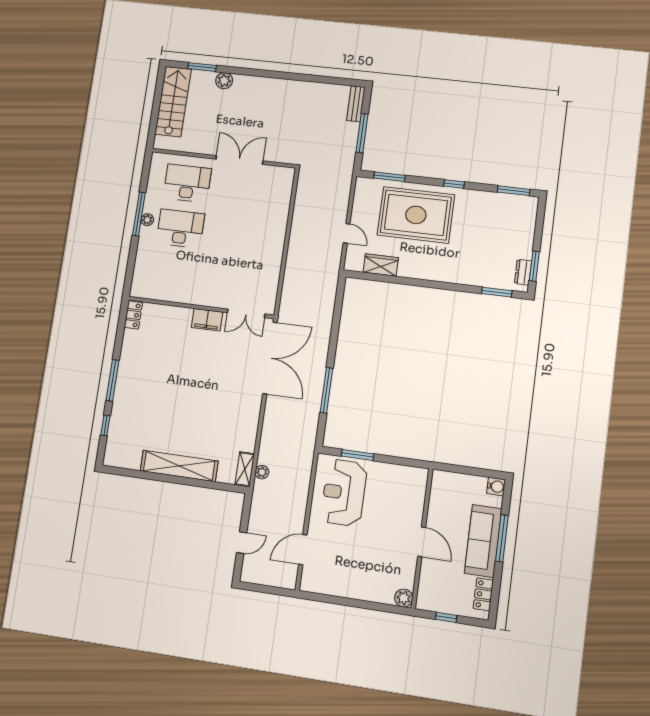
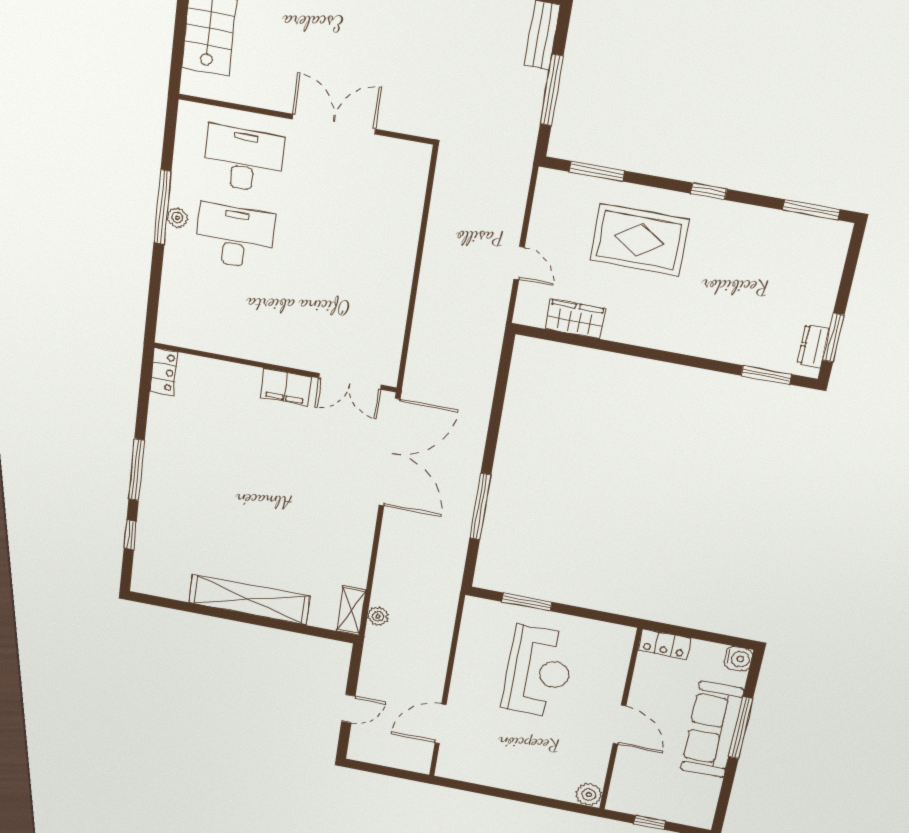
rug: (416, 215) -> (639, 240), width x0.73, depth x0.69
reception desk: (344, 493) -> (538, 672), moved, turned 180
locker: (483, 594) -> (664, 644), moved, turned -90

